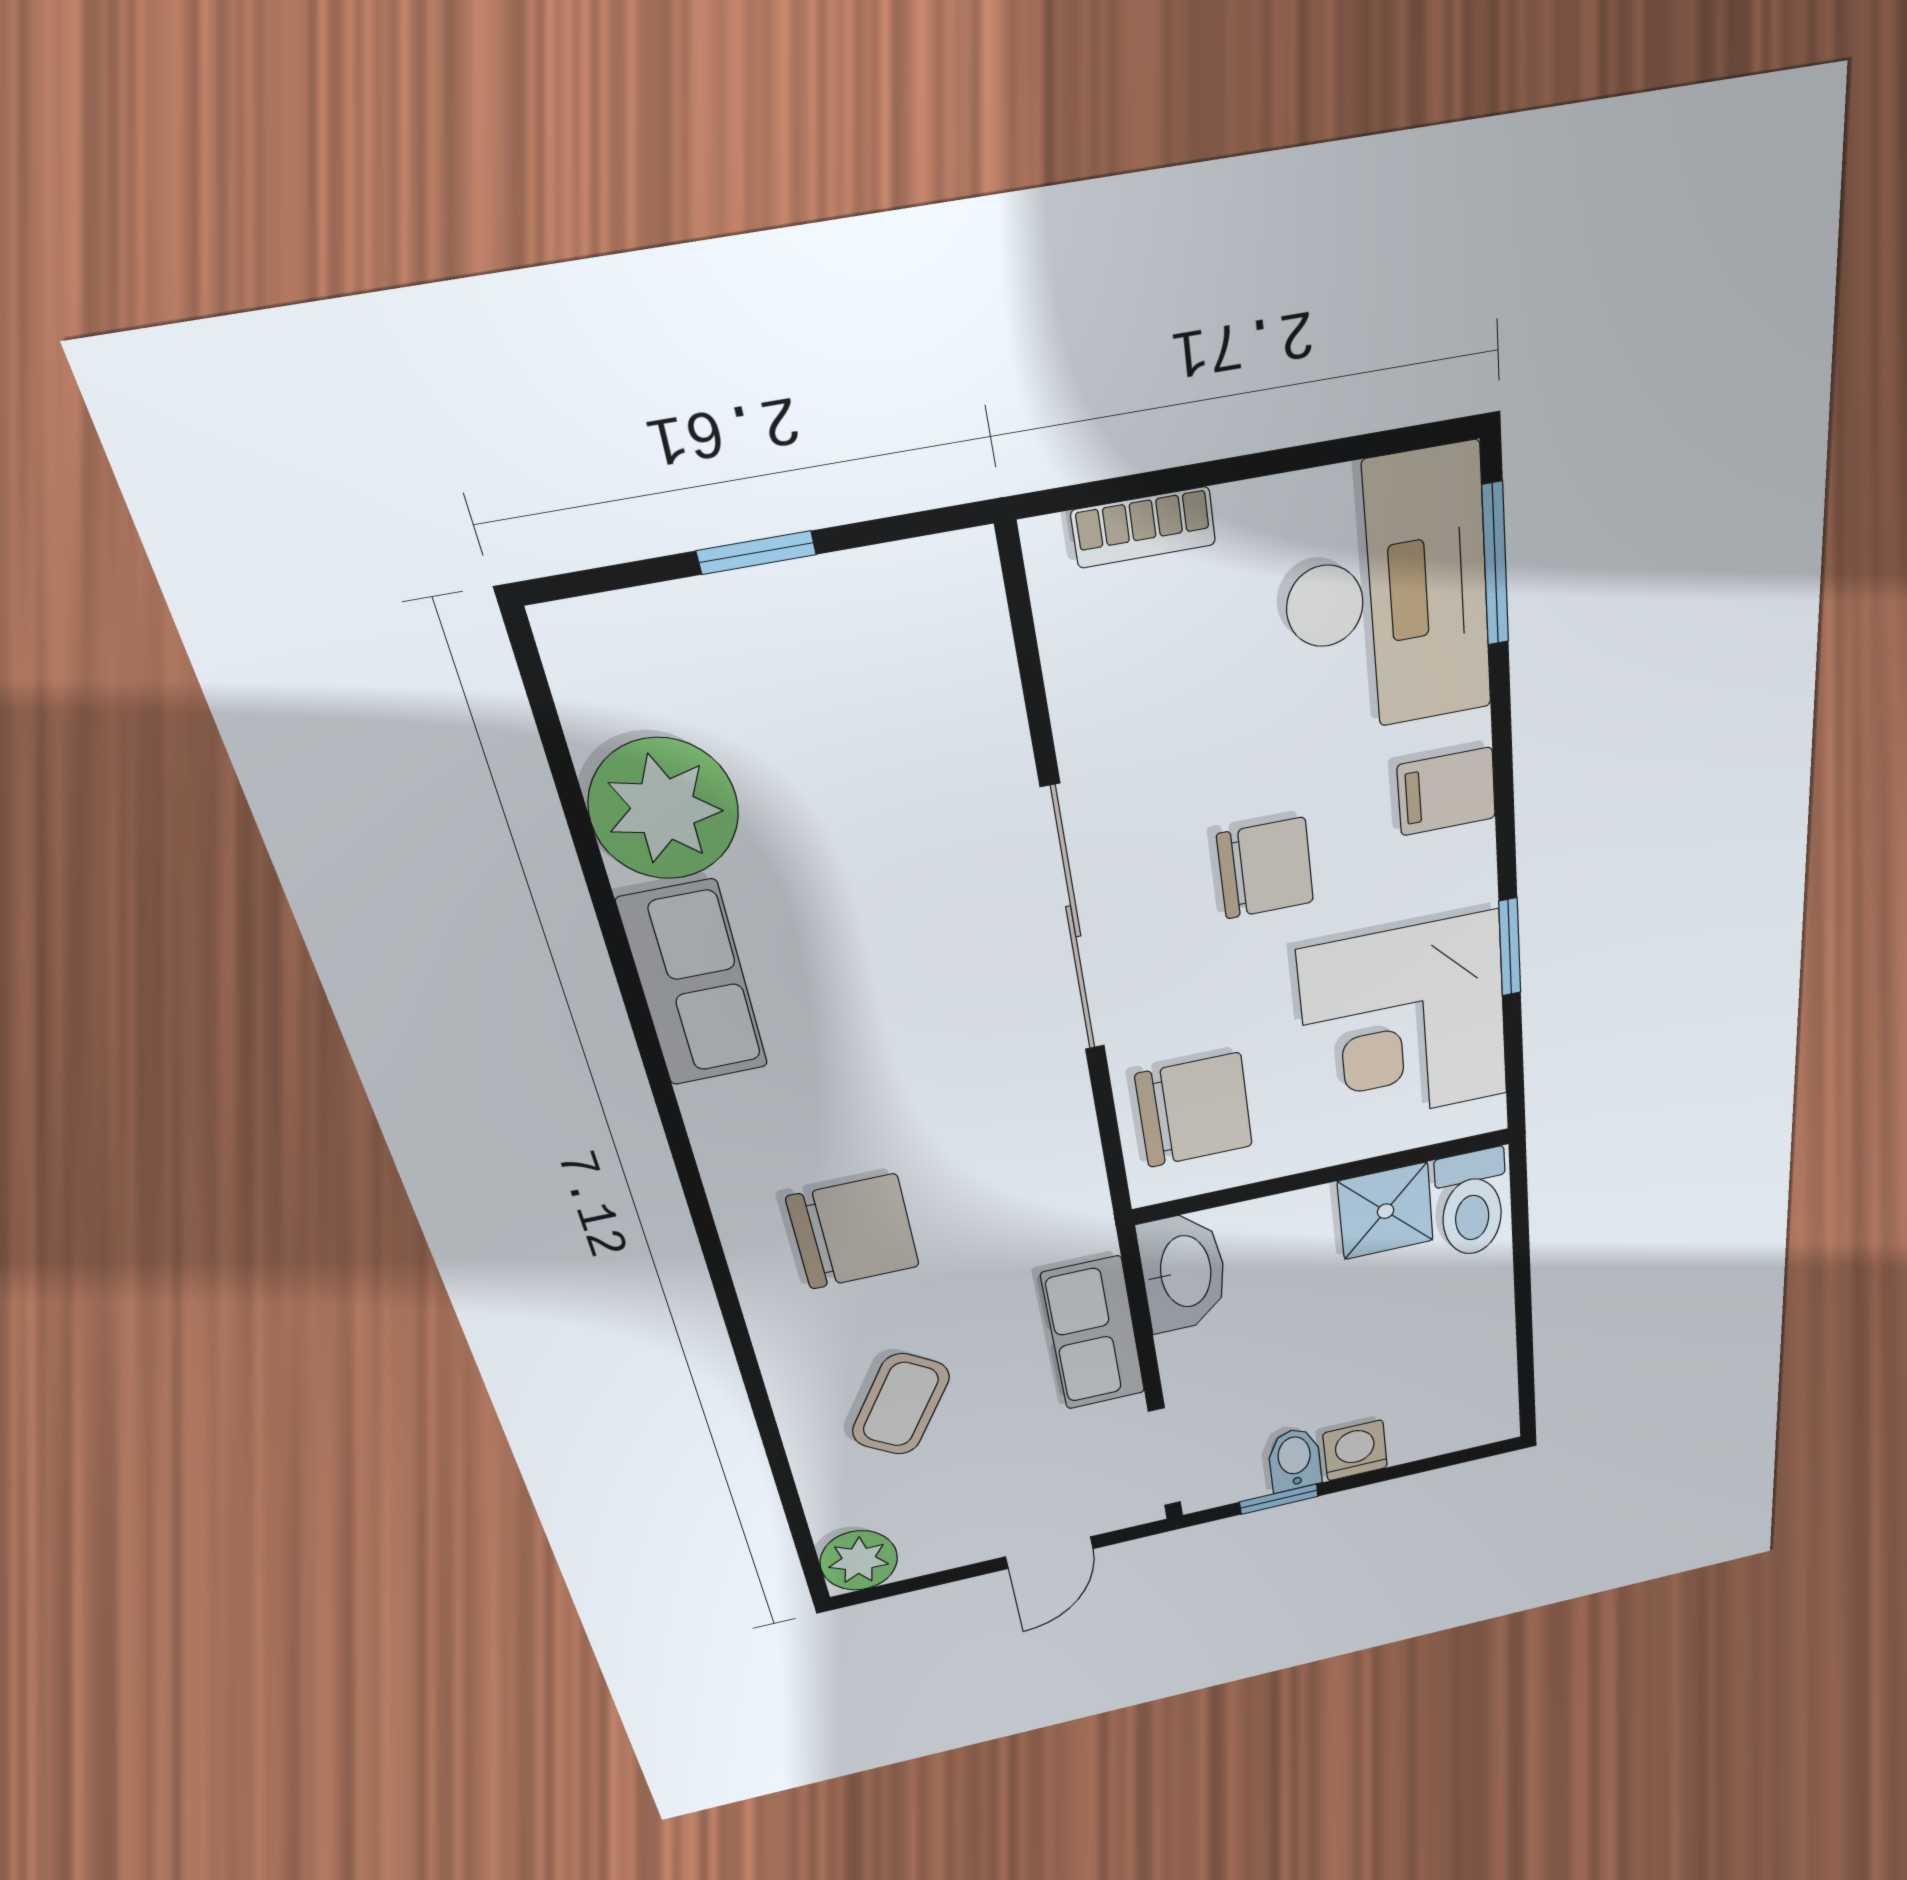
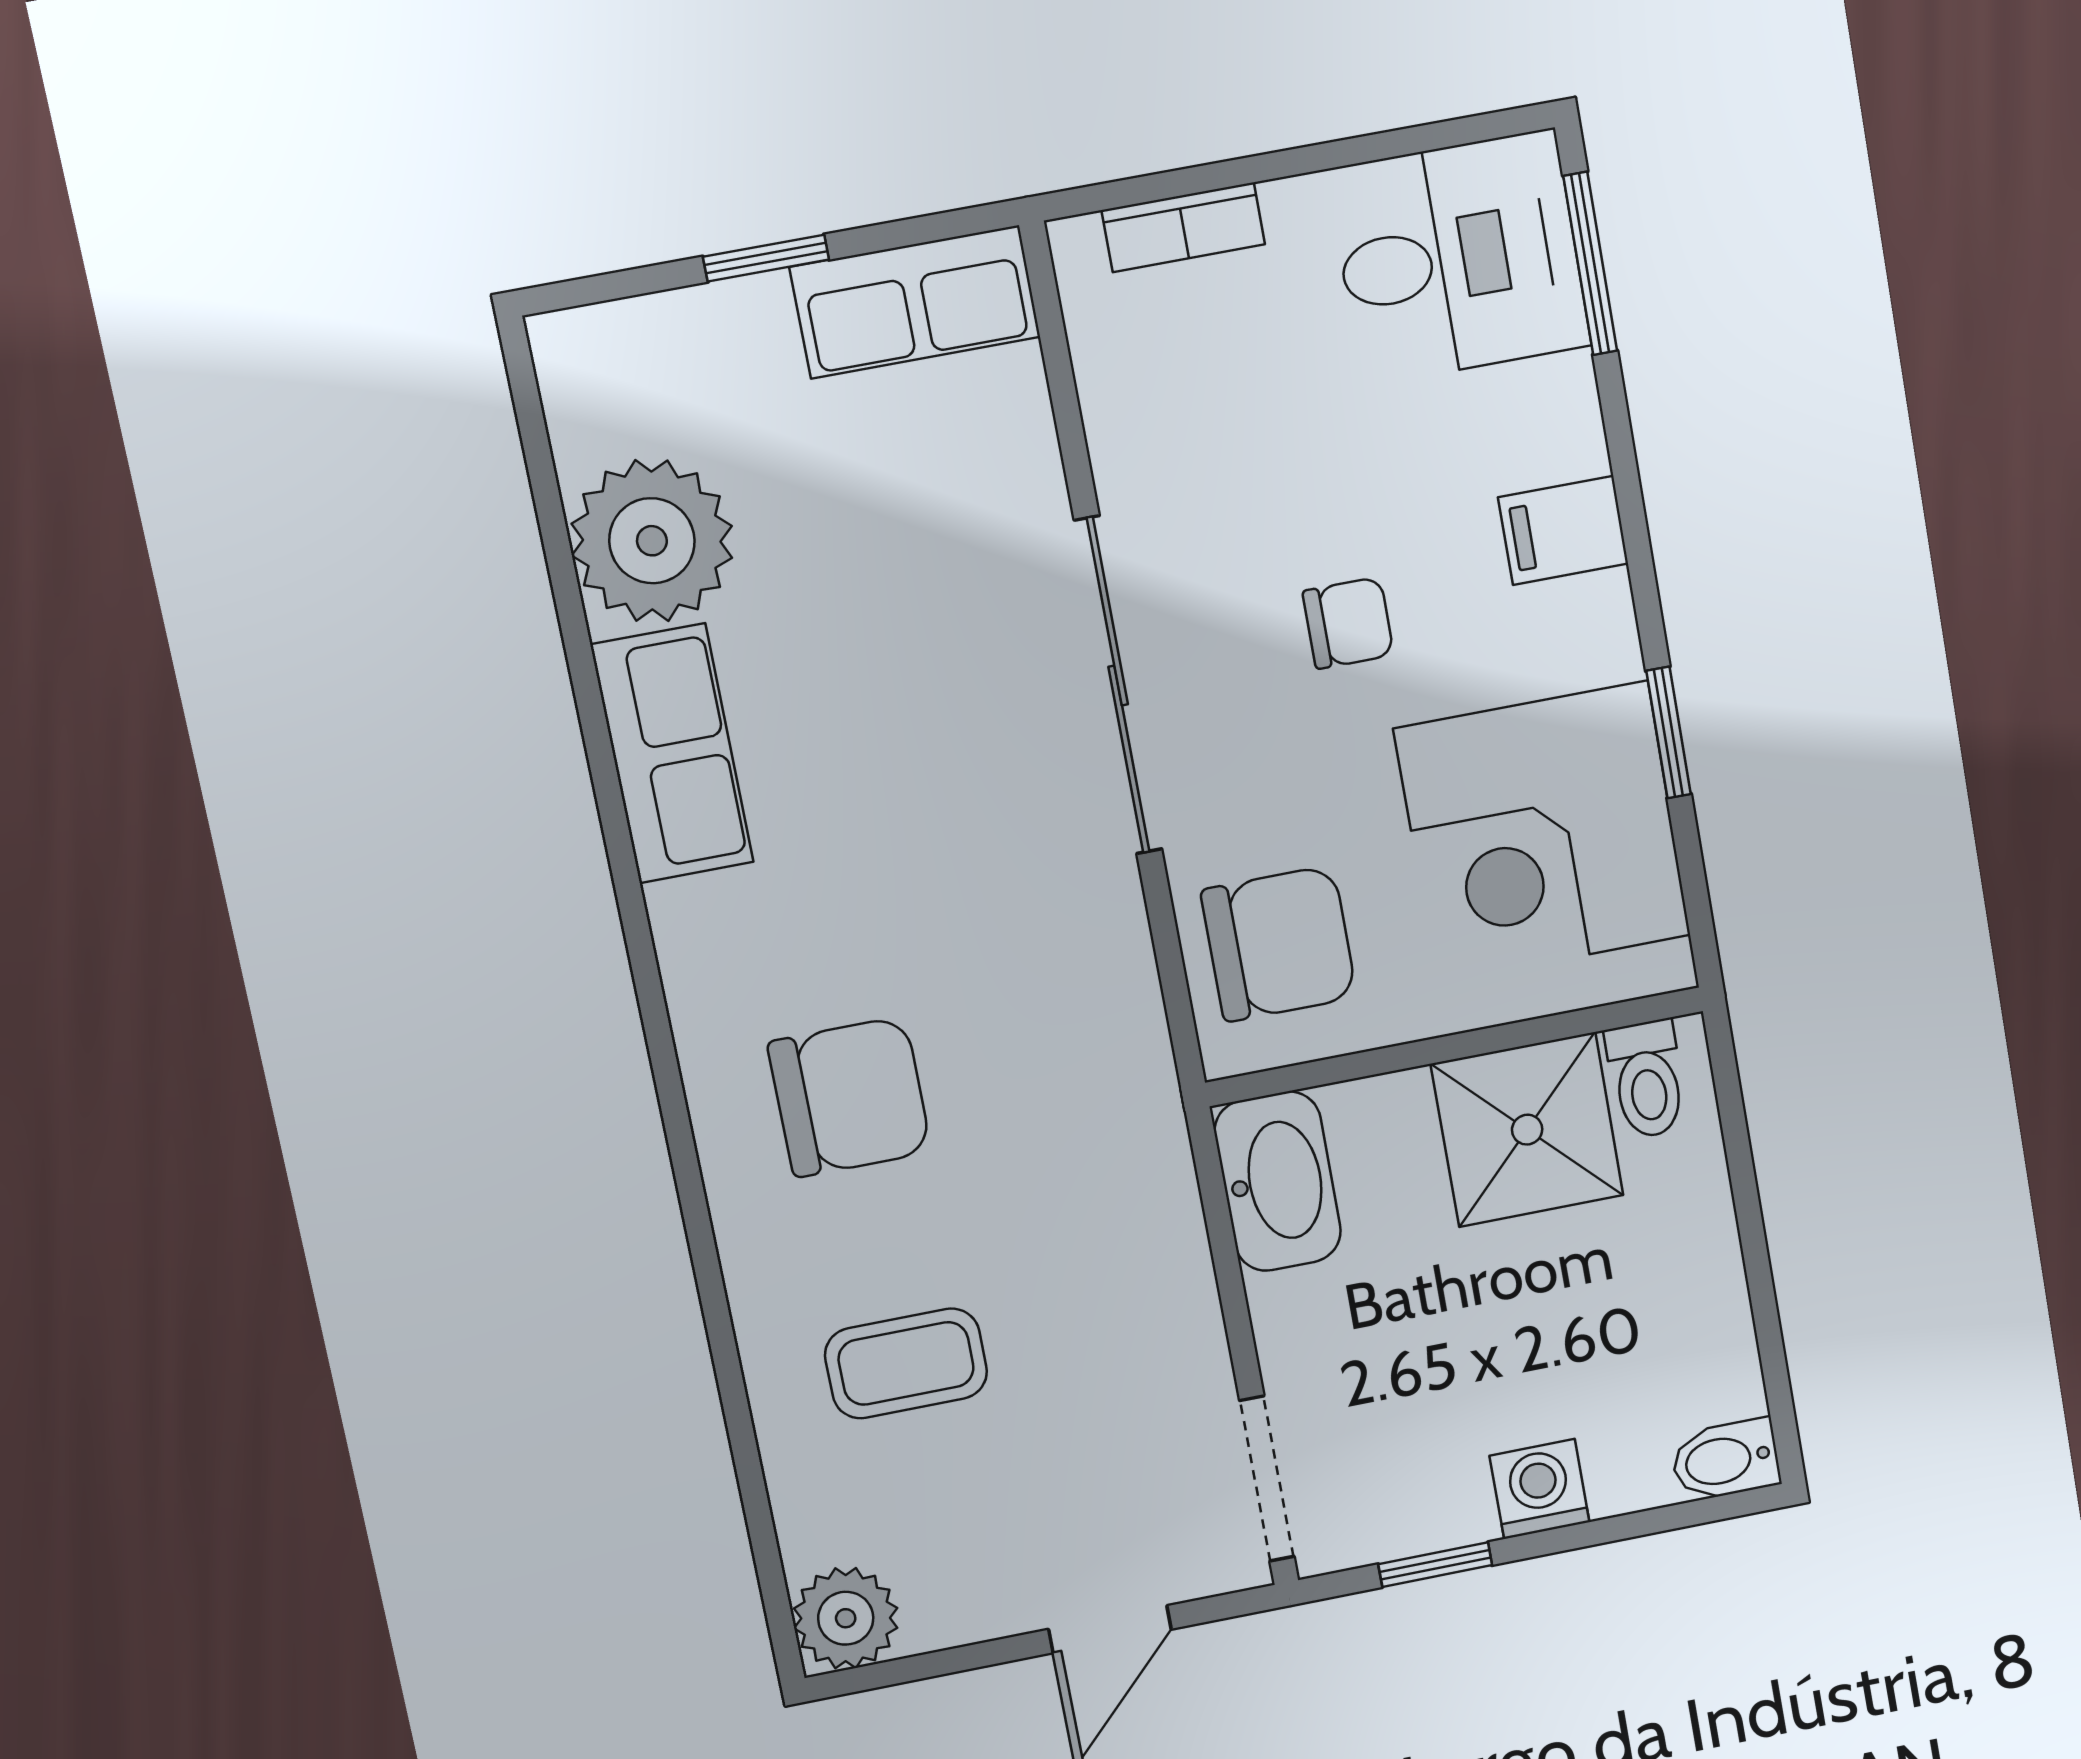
desk: (1387, 595) -> (1459, 258), width x0.73
chair: (1265, 868) -> (1348, 623), width x0.73, depth x0.73
toilet: (1471, 1204) -> (1647, 1079), width x0.73, depth x0.72
shower: (1386, 1211) -> (1527, 1130), width x1.36, depth x1.36
row of seats: (1093, 1334) -> (915, 302), moved, turned -90
coffee table: (901, 1404) -> (906, 1363), turned 57
bidet: (1295, 1459) -> (1725, 1460), moved, turned -90

